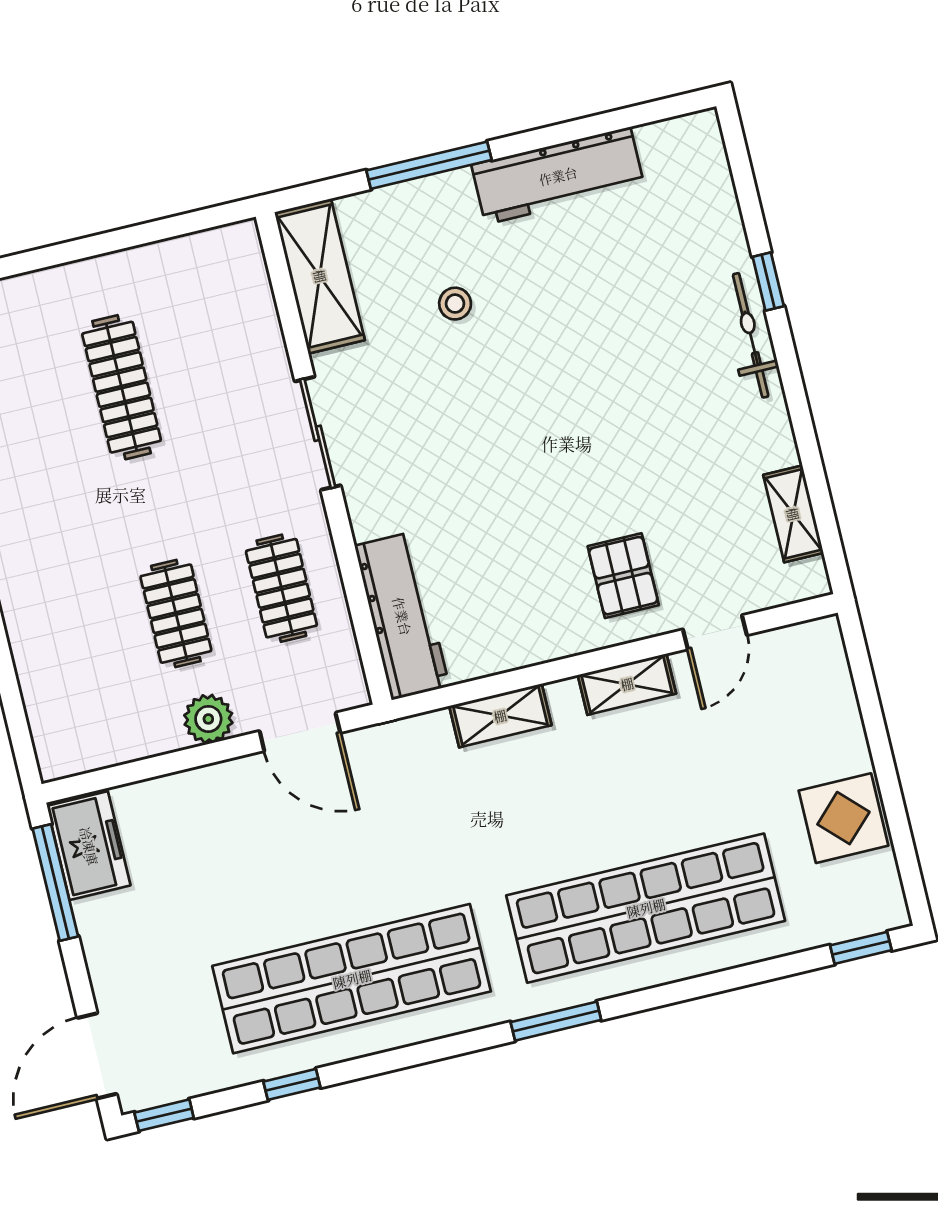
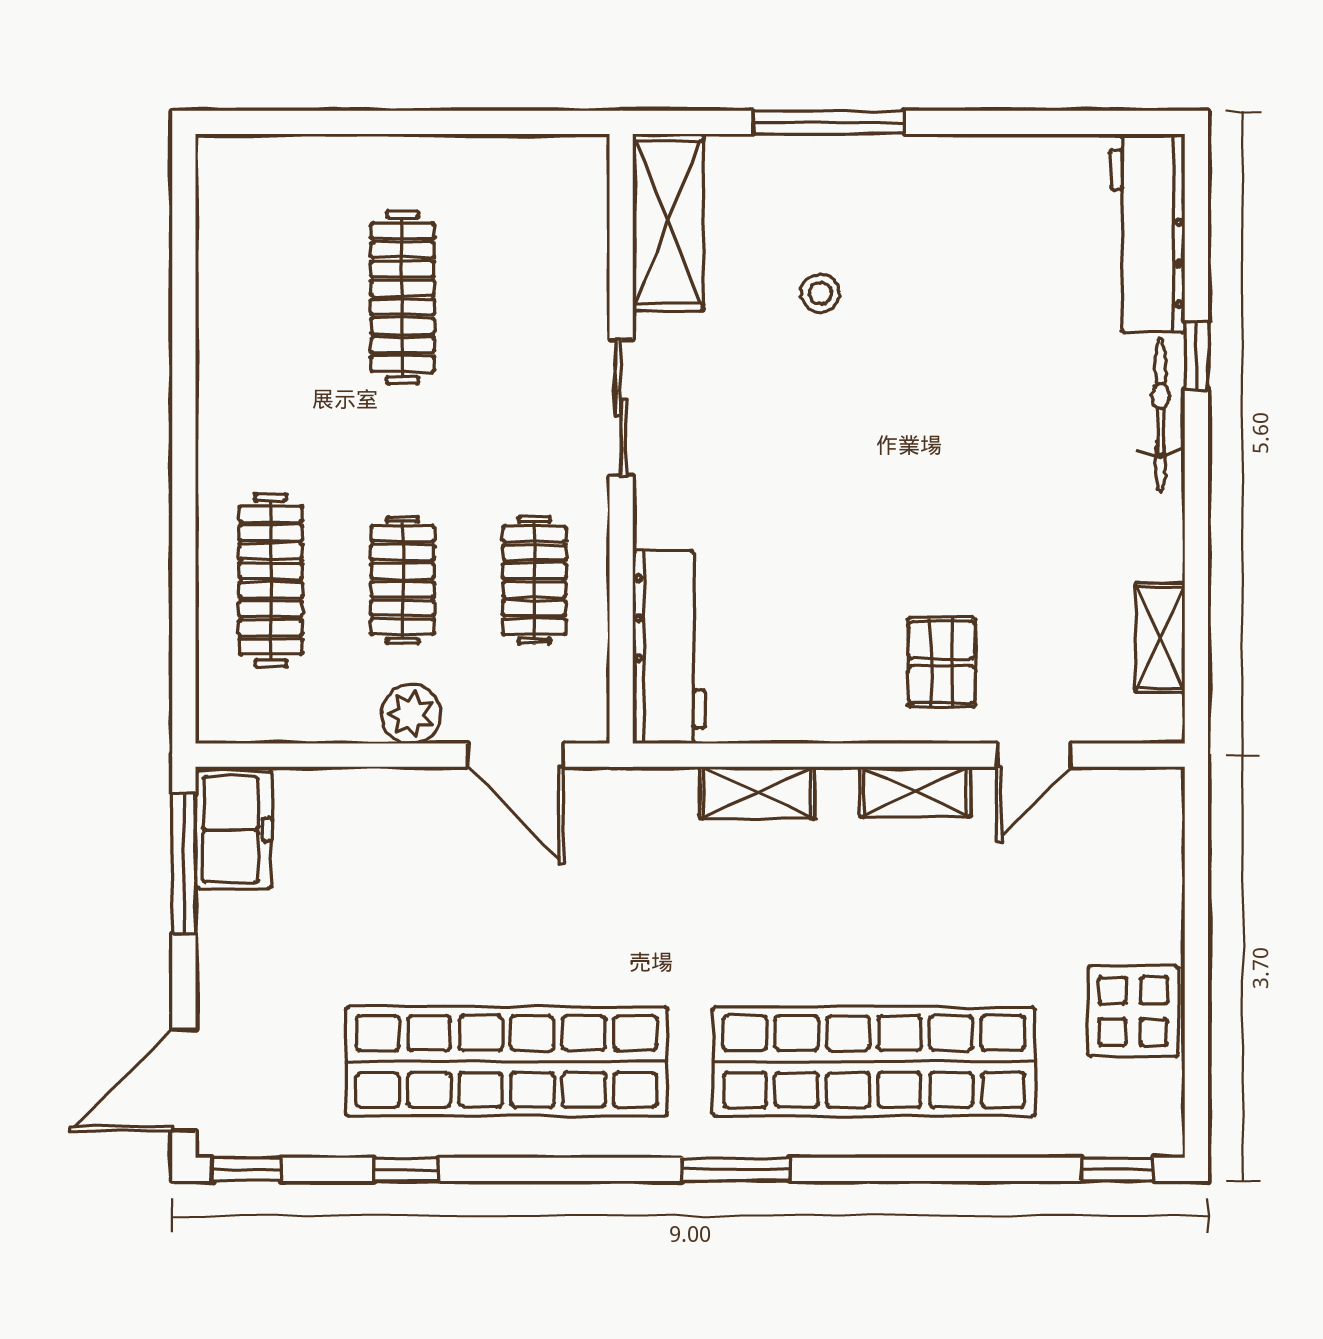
workbench: (558, 176) -> (1148, 233), moved, turned 90
clothes rail: (70, 639) -> (271, 580), added

